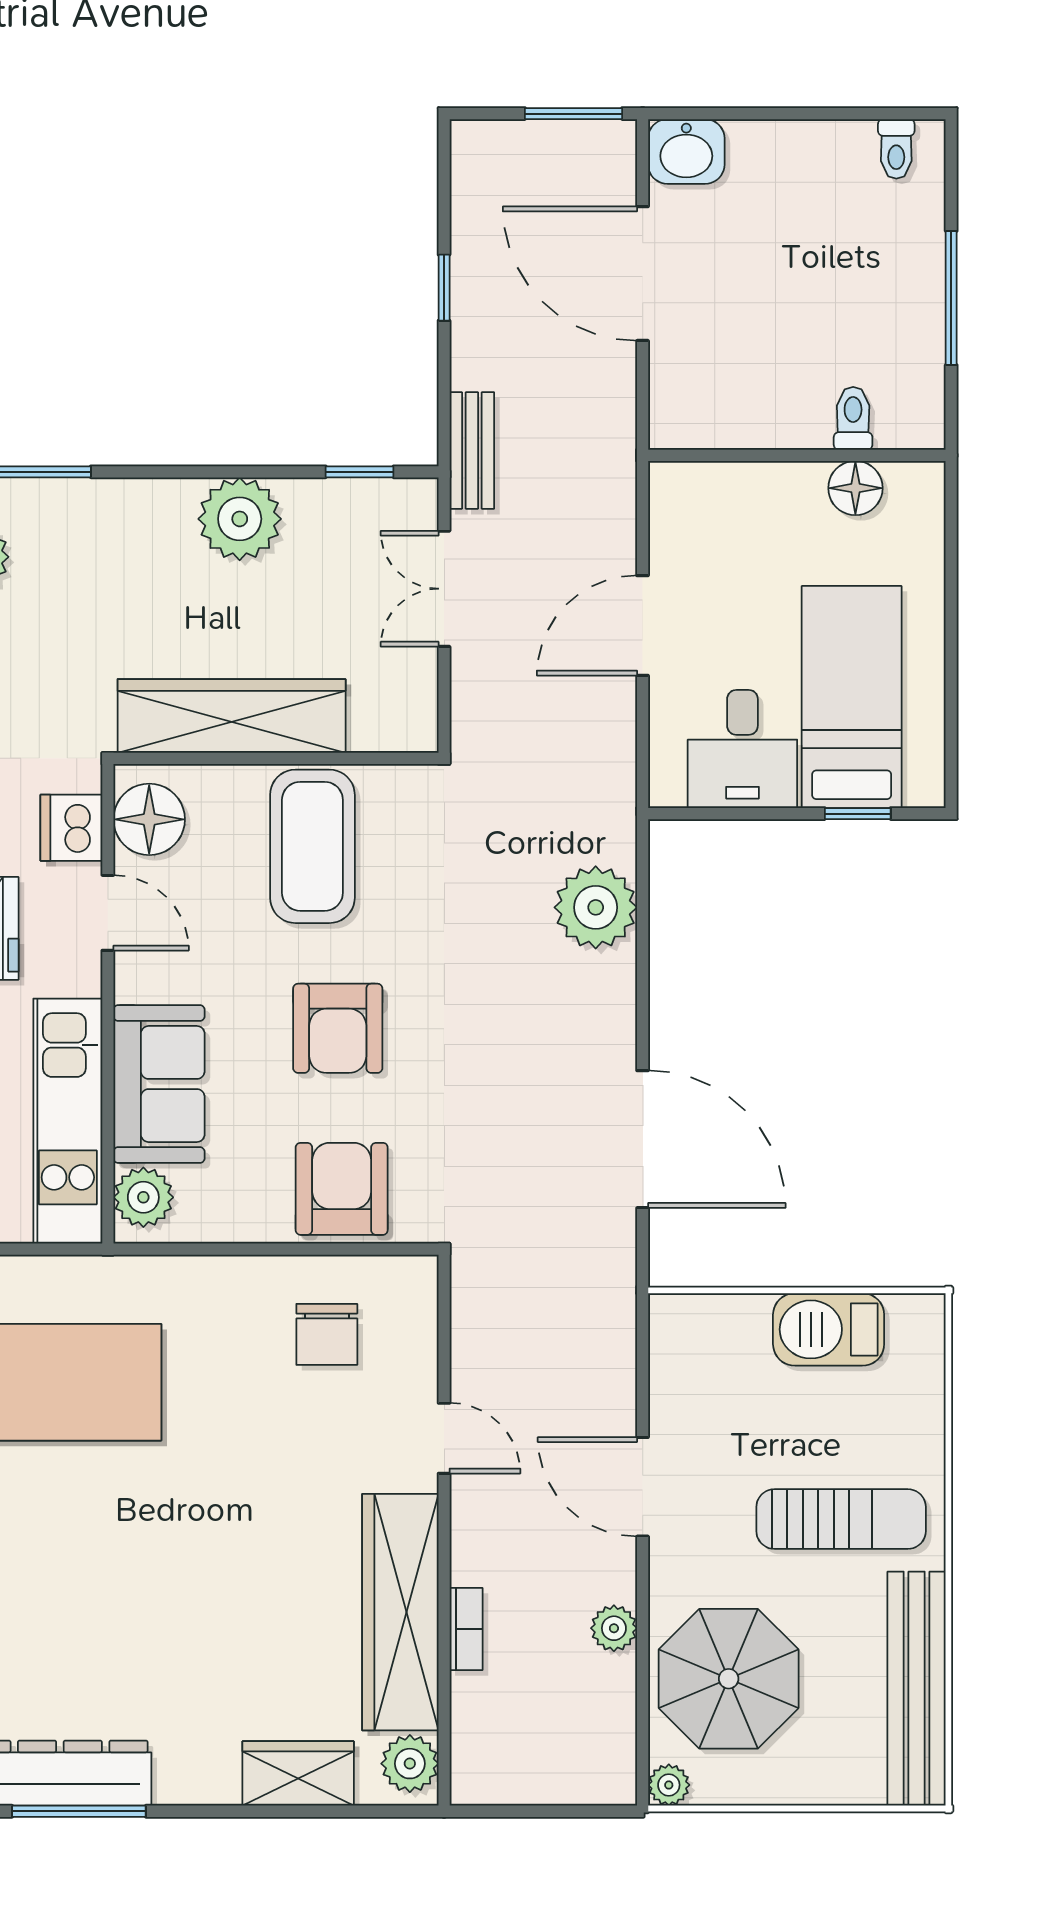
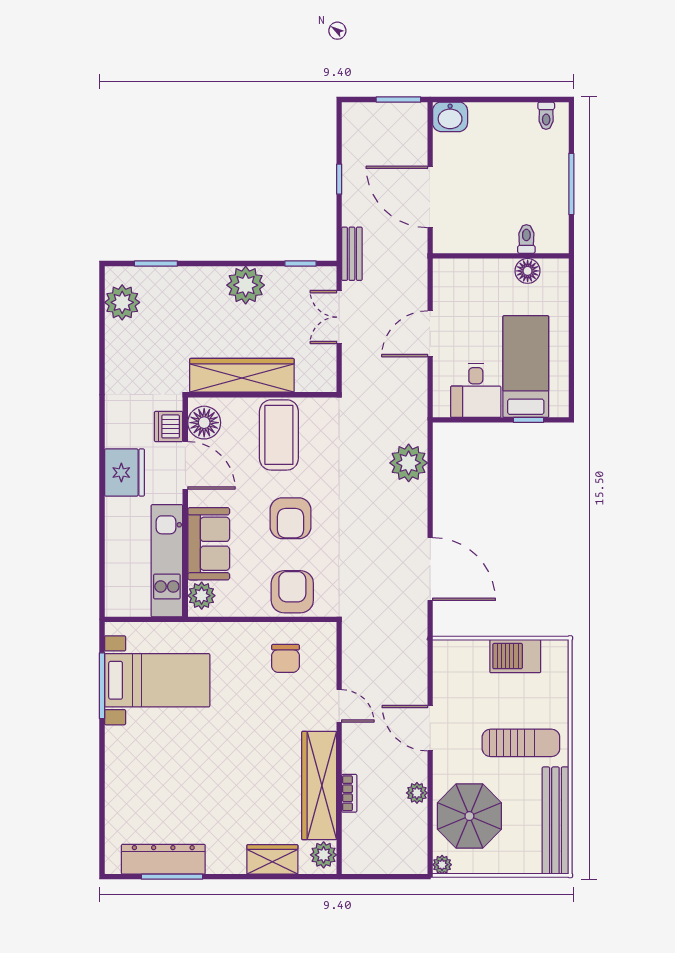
door: (643, 274) -> (430, 197), moved
door: (108, 913) -> (185, 465), width x1.38

